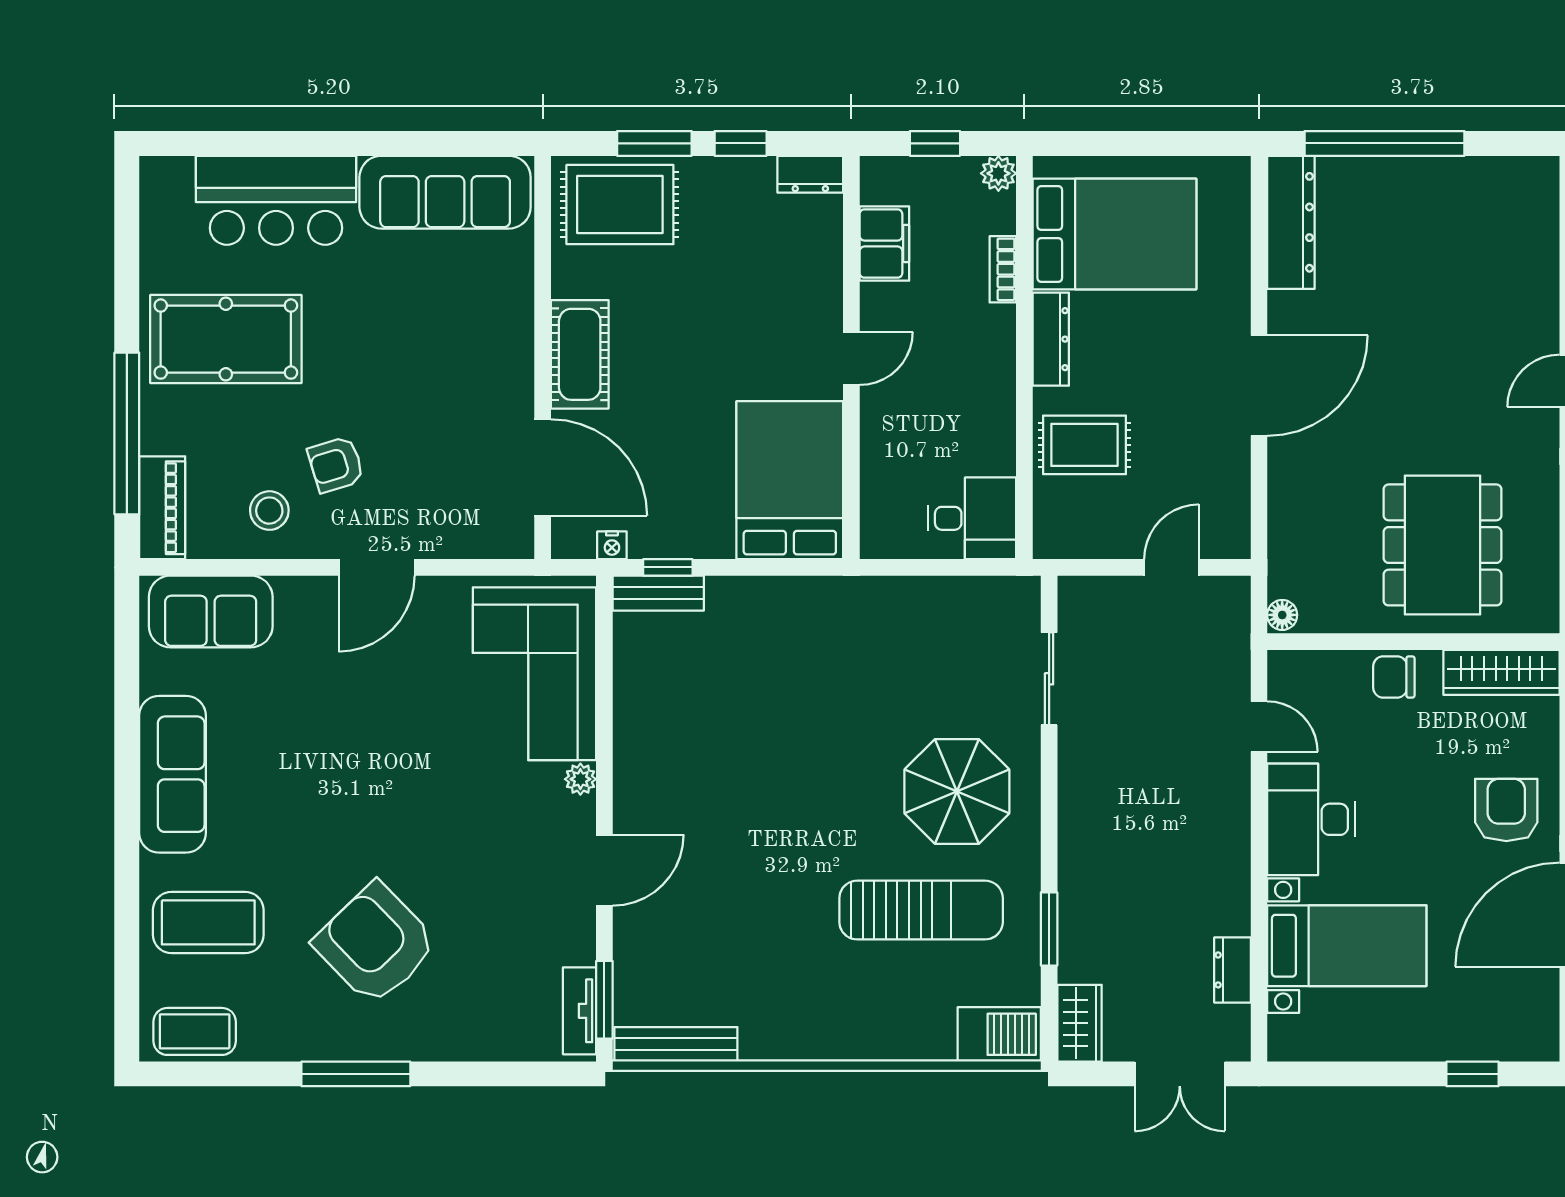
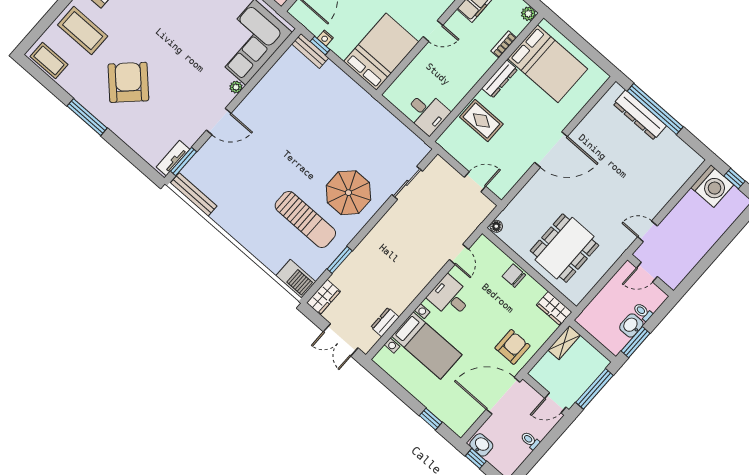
dresser: (1291, 222) -> (640, 115), moved, turned 90
nightstand: (612, 545) -> (325, 38), moved
wardrobe: (1501, 672) -> (554, 308), width x0.67
desk: (1311, 819) -> (450, 297), width x0.73

